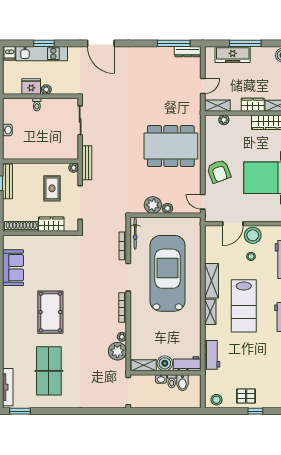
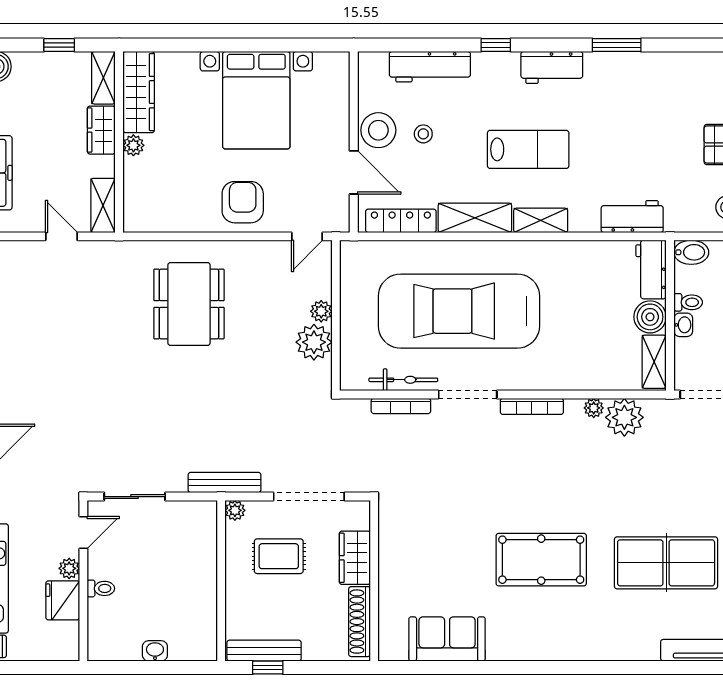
door: (63, 96) -> (83, 533), added
plant: (224, 120) -> (133, 145), moved
dining table: (171, 146) -> (189, 304), width x0.73, depth x0.80
armchair: (219, 171) -> (243, 202), turned -70
bicycle: (135, 233) -> (403, 380), moved
locker: (210, 246) -> (401, 221), added
lab bench: (244, 306) -> (528, 149), width x0.73, depth x0.72
bidet: (182, 383) -> (691, 252), moved

